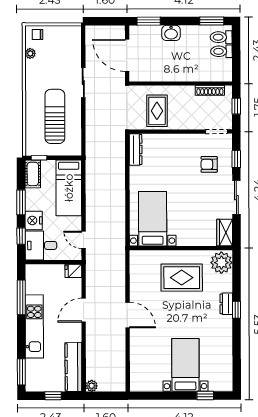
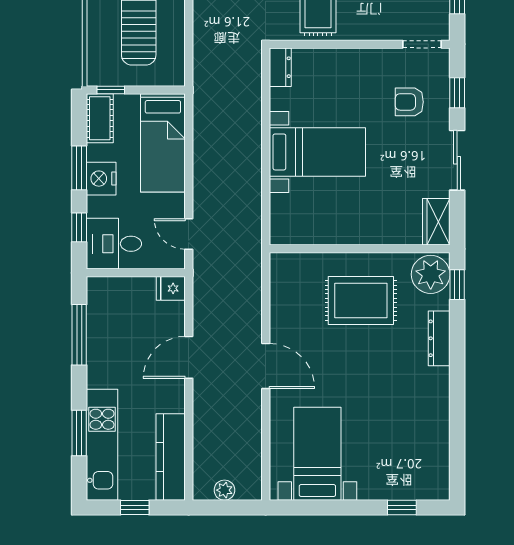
dresser: (136, 150) -> (280, 67), width x0.70
bed with nightstands: (153, 219) -> (317, 152), moved, turned 90
nightstand: (34, 220) -> (101, 179), moved
dresser: (226, 304) -> (439, 338), width x1.44
window: (237, 310) -> (457, 285), moved
kitchen unit: (34, 326) -> (102, 445), moved
bed with nightstands: (185, 365) -> (317, 454), moved
window: (21, 372) -> (79, 433), moved
plant: (92, 386) -> (224, 490), moved

